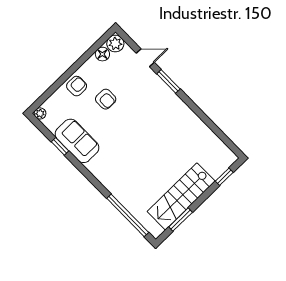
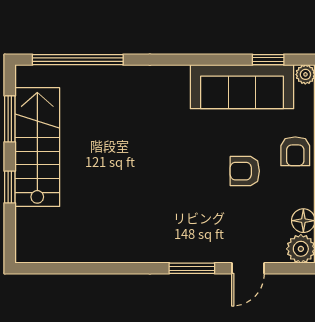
sofa: (77, 141) -> (242, 87), width x1.36
window: (60, 146) -> (268, 60), moved
window: (224, 177) -> (10, 187), moved

